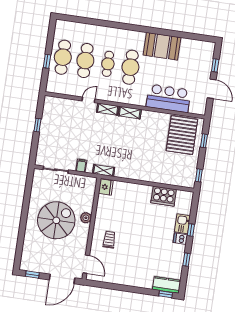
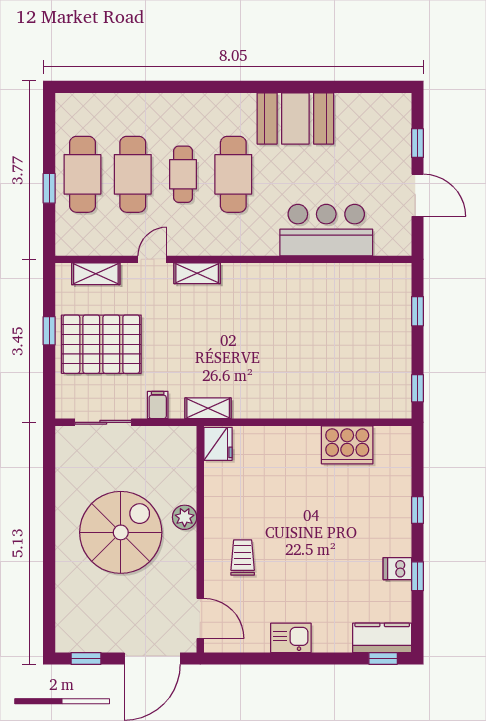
shelving: (130, 113) -> (96, 274), moved
pallet: (182, 135) -> (101, 344), moved, turned 90
kitchen sink: (182, 224) -> (291, 638), moved, turned 90
dishwasher: (180, 239) -> (397, 569), moved

